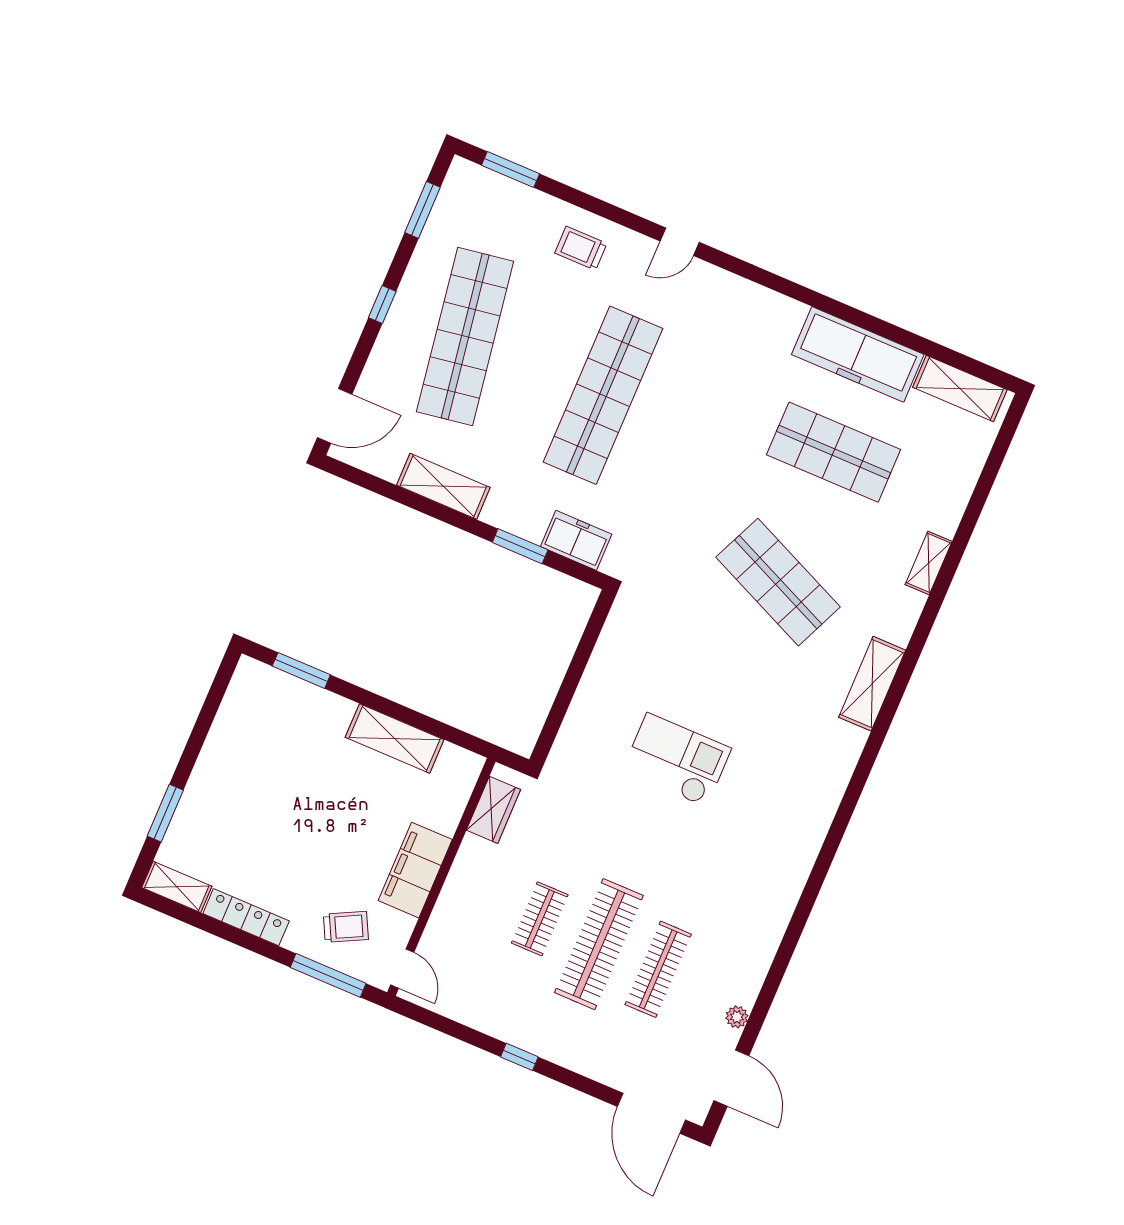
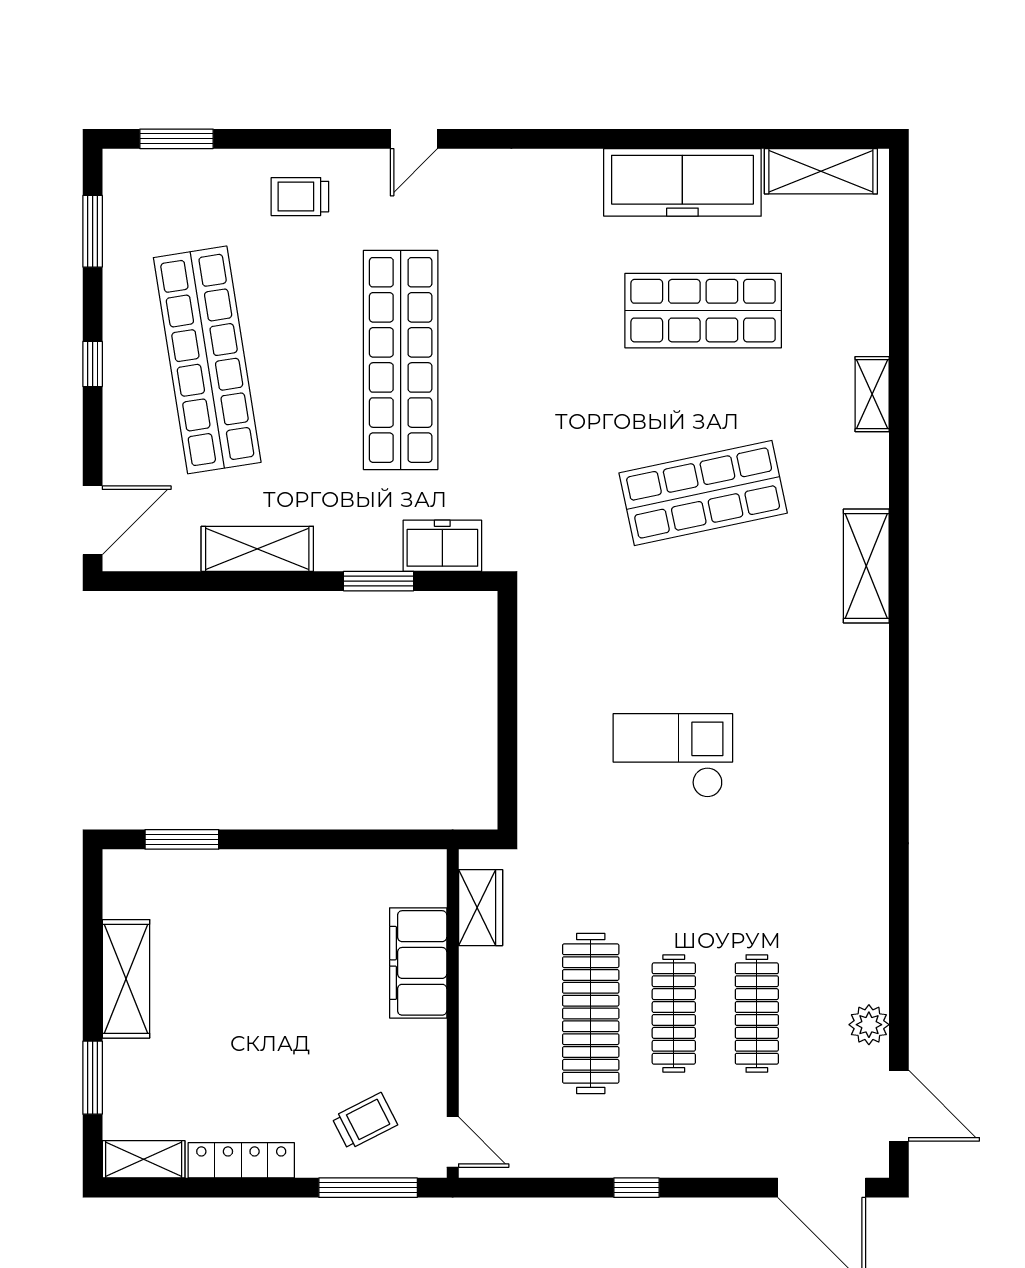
shop shelf: (778, 582) -> (703, 493), turned -36
shelving: (395, 738) -> (126, 979), moved, turned 90
filing cabinet: (415, 870) -> (418, 963), moved
clothes rail: (540, 919) -> (591, 1014), width x1.86, depth x1.31
clothes rail: (599, 944) -> (674, 1014), width x0.73, depth x0.76
plant: (737, 1017) -> (869, 1025), width x1.38, depth x1.38

